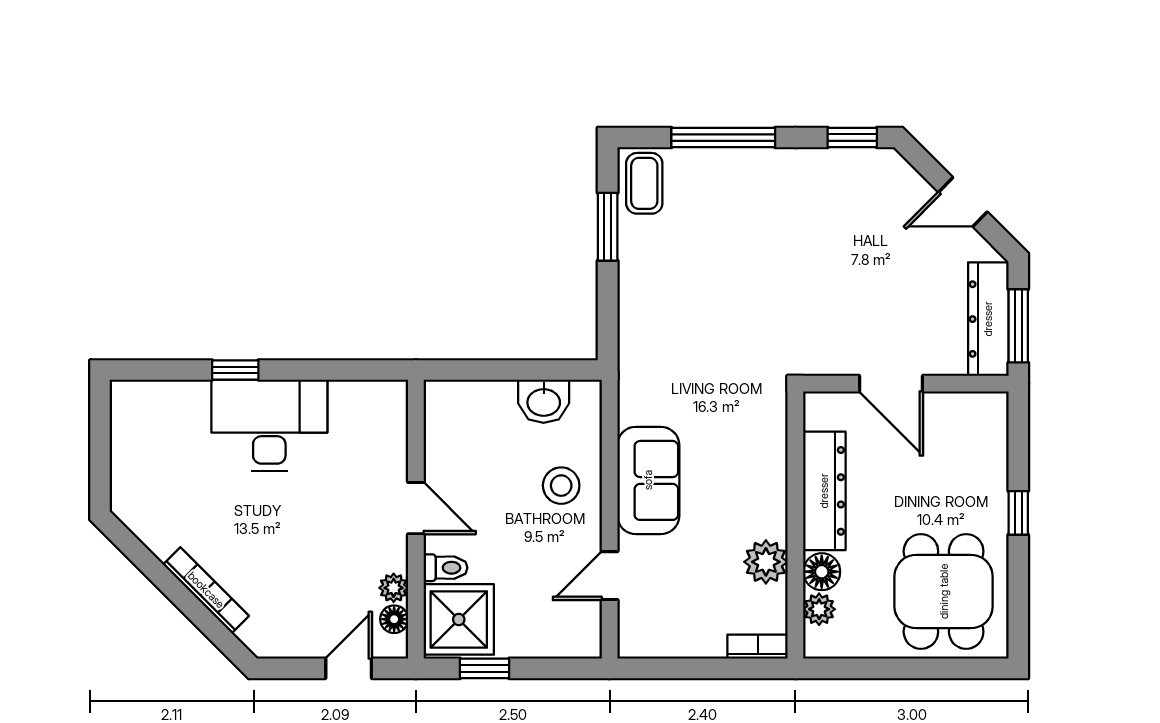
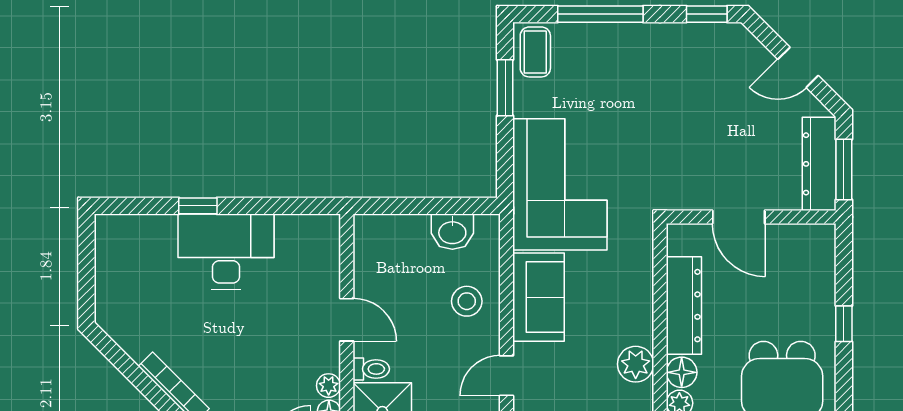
corner sofa: (674, 344) -> (560, 184), added

